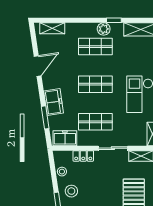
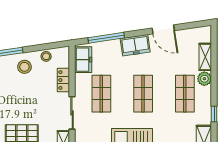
shelving: (52, 28) -> (205, 57), moved
plant: (104, 29) -> (204, 79), moved
freezer: (54, 102) -> (135, 45), moved
window: (45, 117) -> (106, 38), width x1.44

